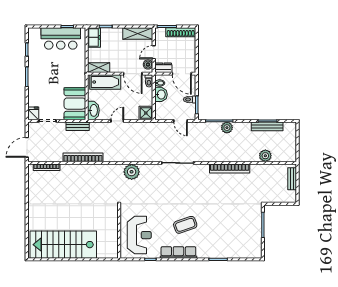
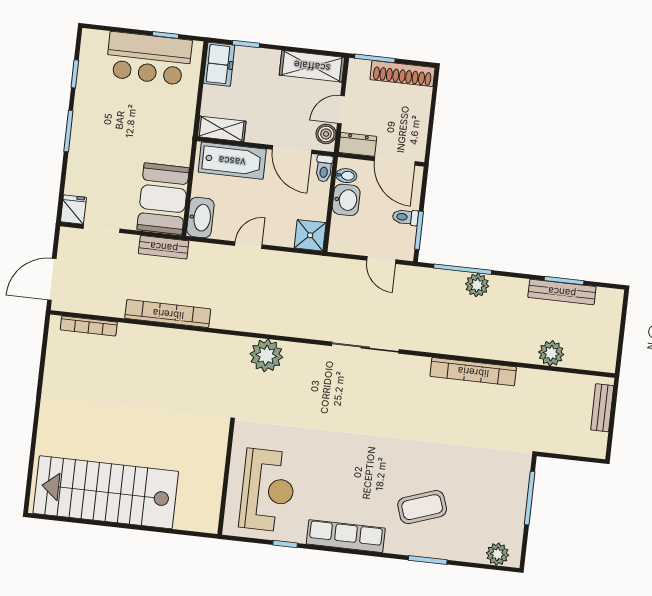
coffee table: (185, 225) -> (422, 507), moved
plant: (251, 253) -> (497, 554), added

